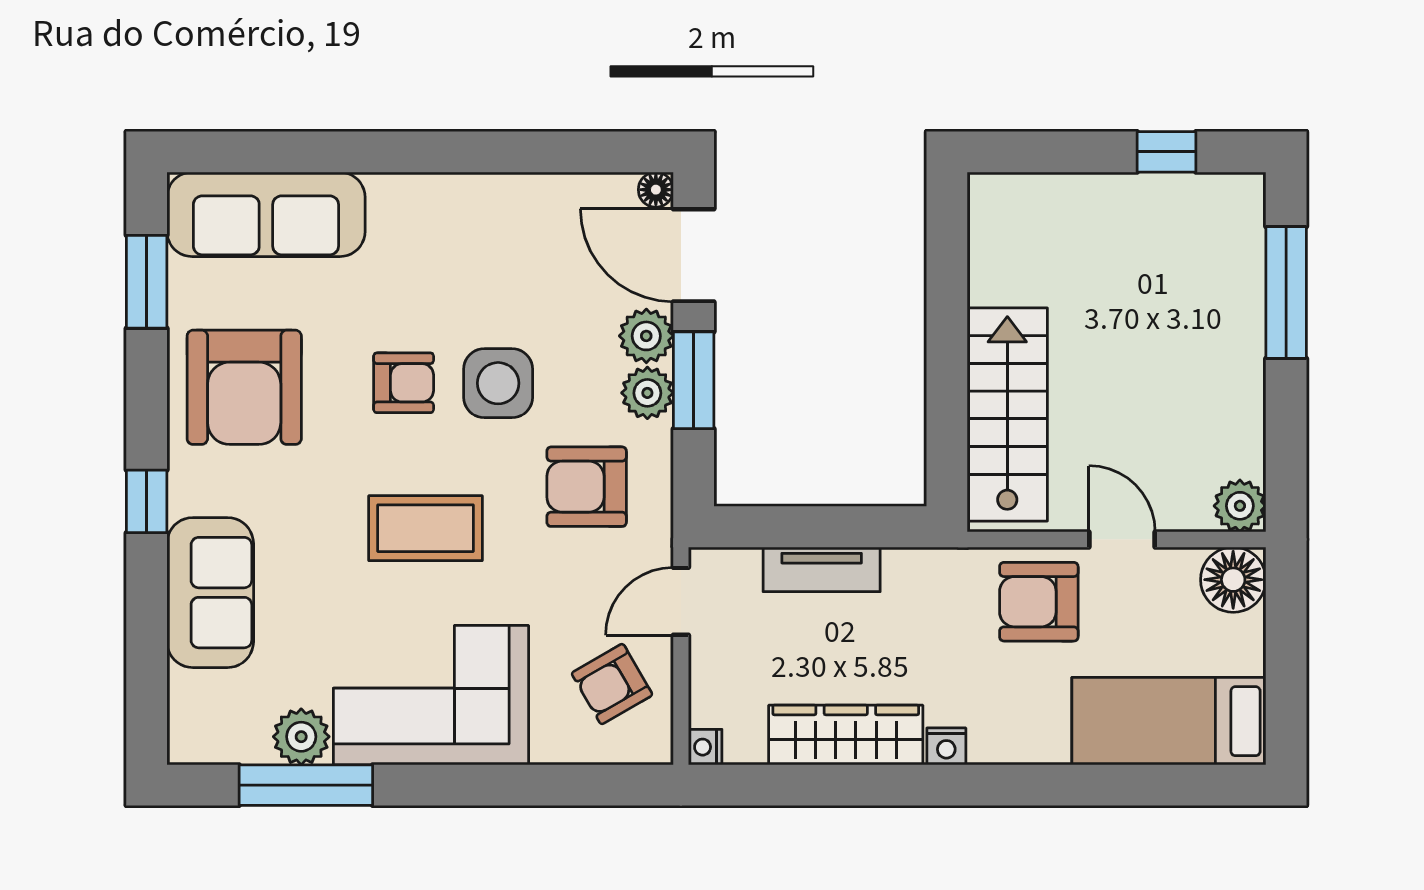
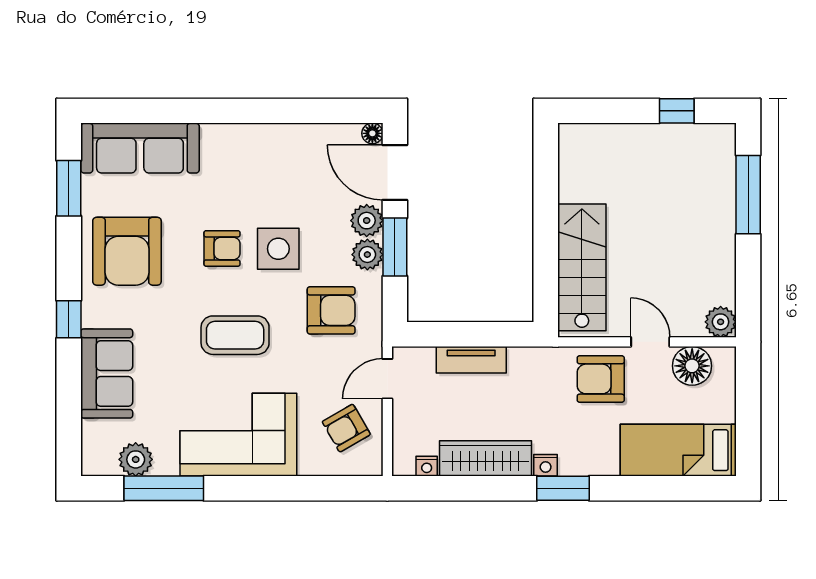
armchair: (587, 487) -> (331, 310), turned 180
floor lamp: (1233, 580) -> (692, 366), moved
plant: (301, 737) -> (136, 459), moved
nightstand: (705, 747) -> (427, 466), moved, turned -90
window: (976, 785) -> (563, 488), added

